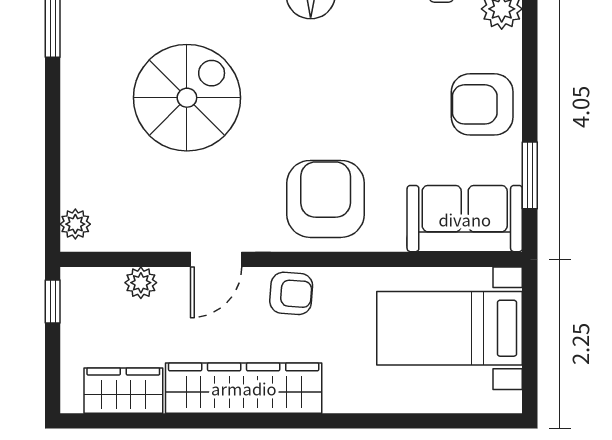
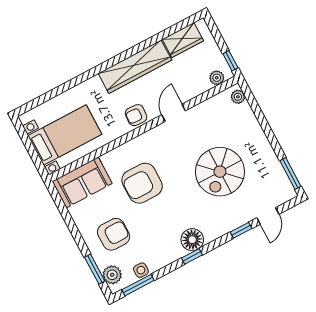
armchair: (482, 104) -> (114, 234), moved
window: (530, 175) -> (95, 269), moved
armchair: (326, 199) -> (142, 183), moved, turned 90
plant: (141, 283) -> (217, 78), moved

